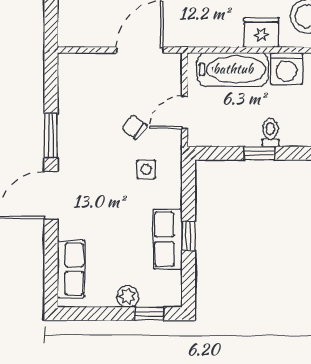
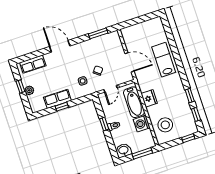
fridge: (261, 33) -> (149, 98), moved
door: (185, 112) -> (111, 89), swing flipped
window: (51, 136) -> (98, 33), moved
window: (149, 314) -> (20, 86), moved

